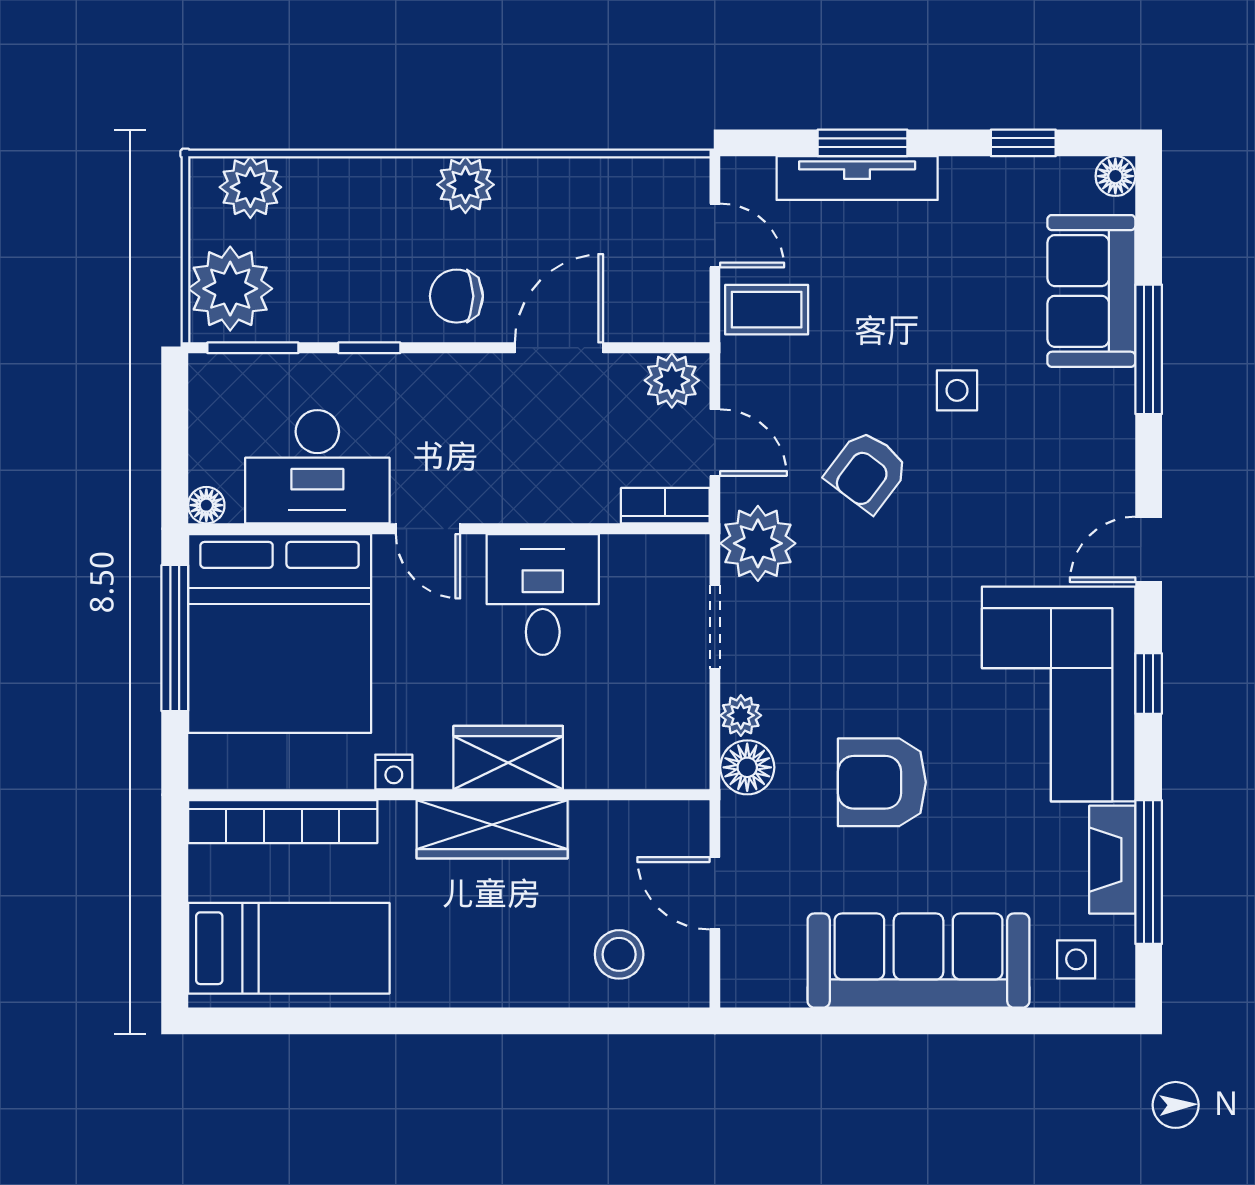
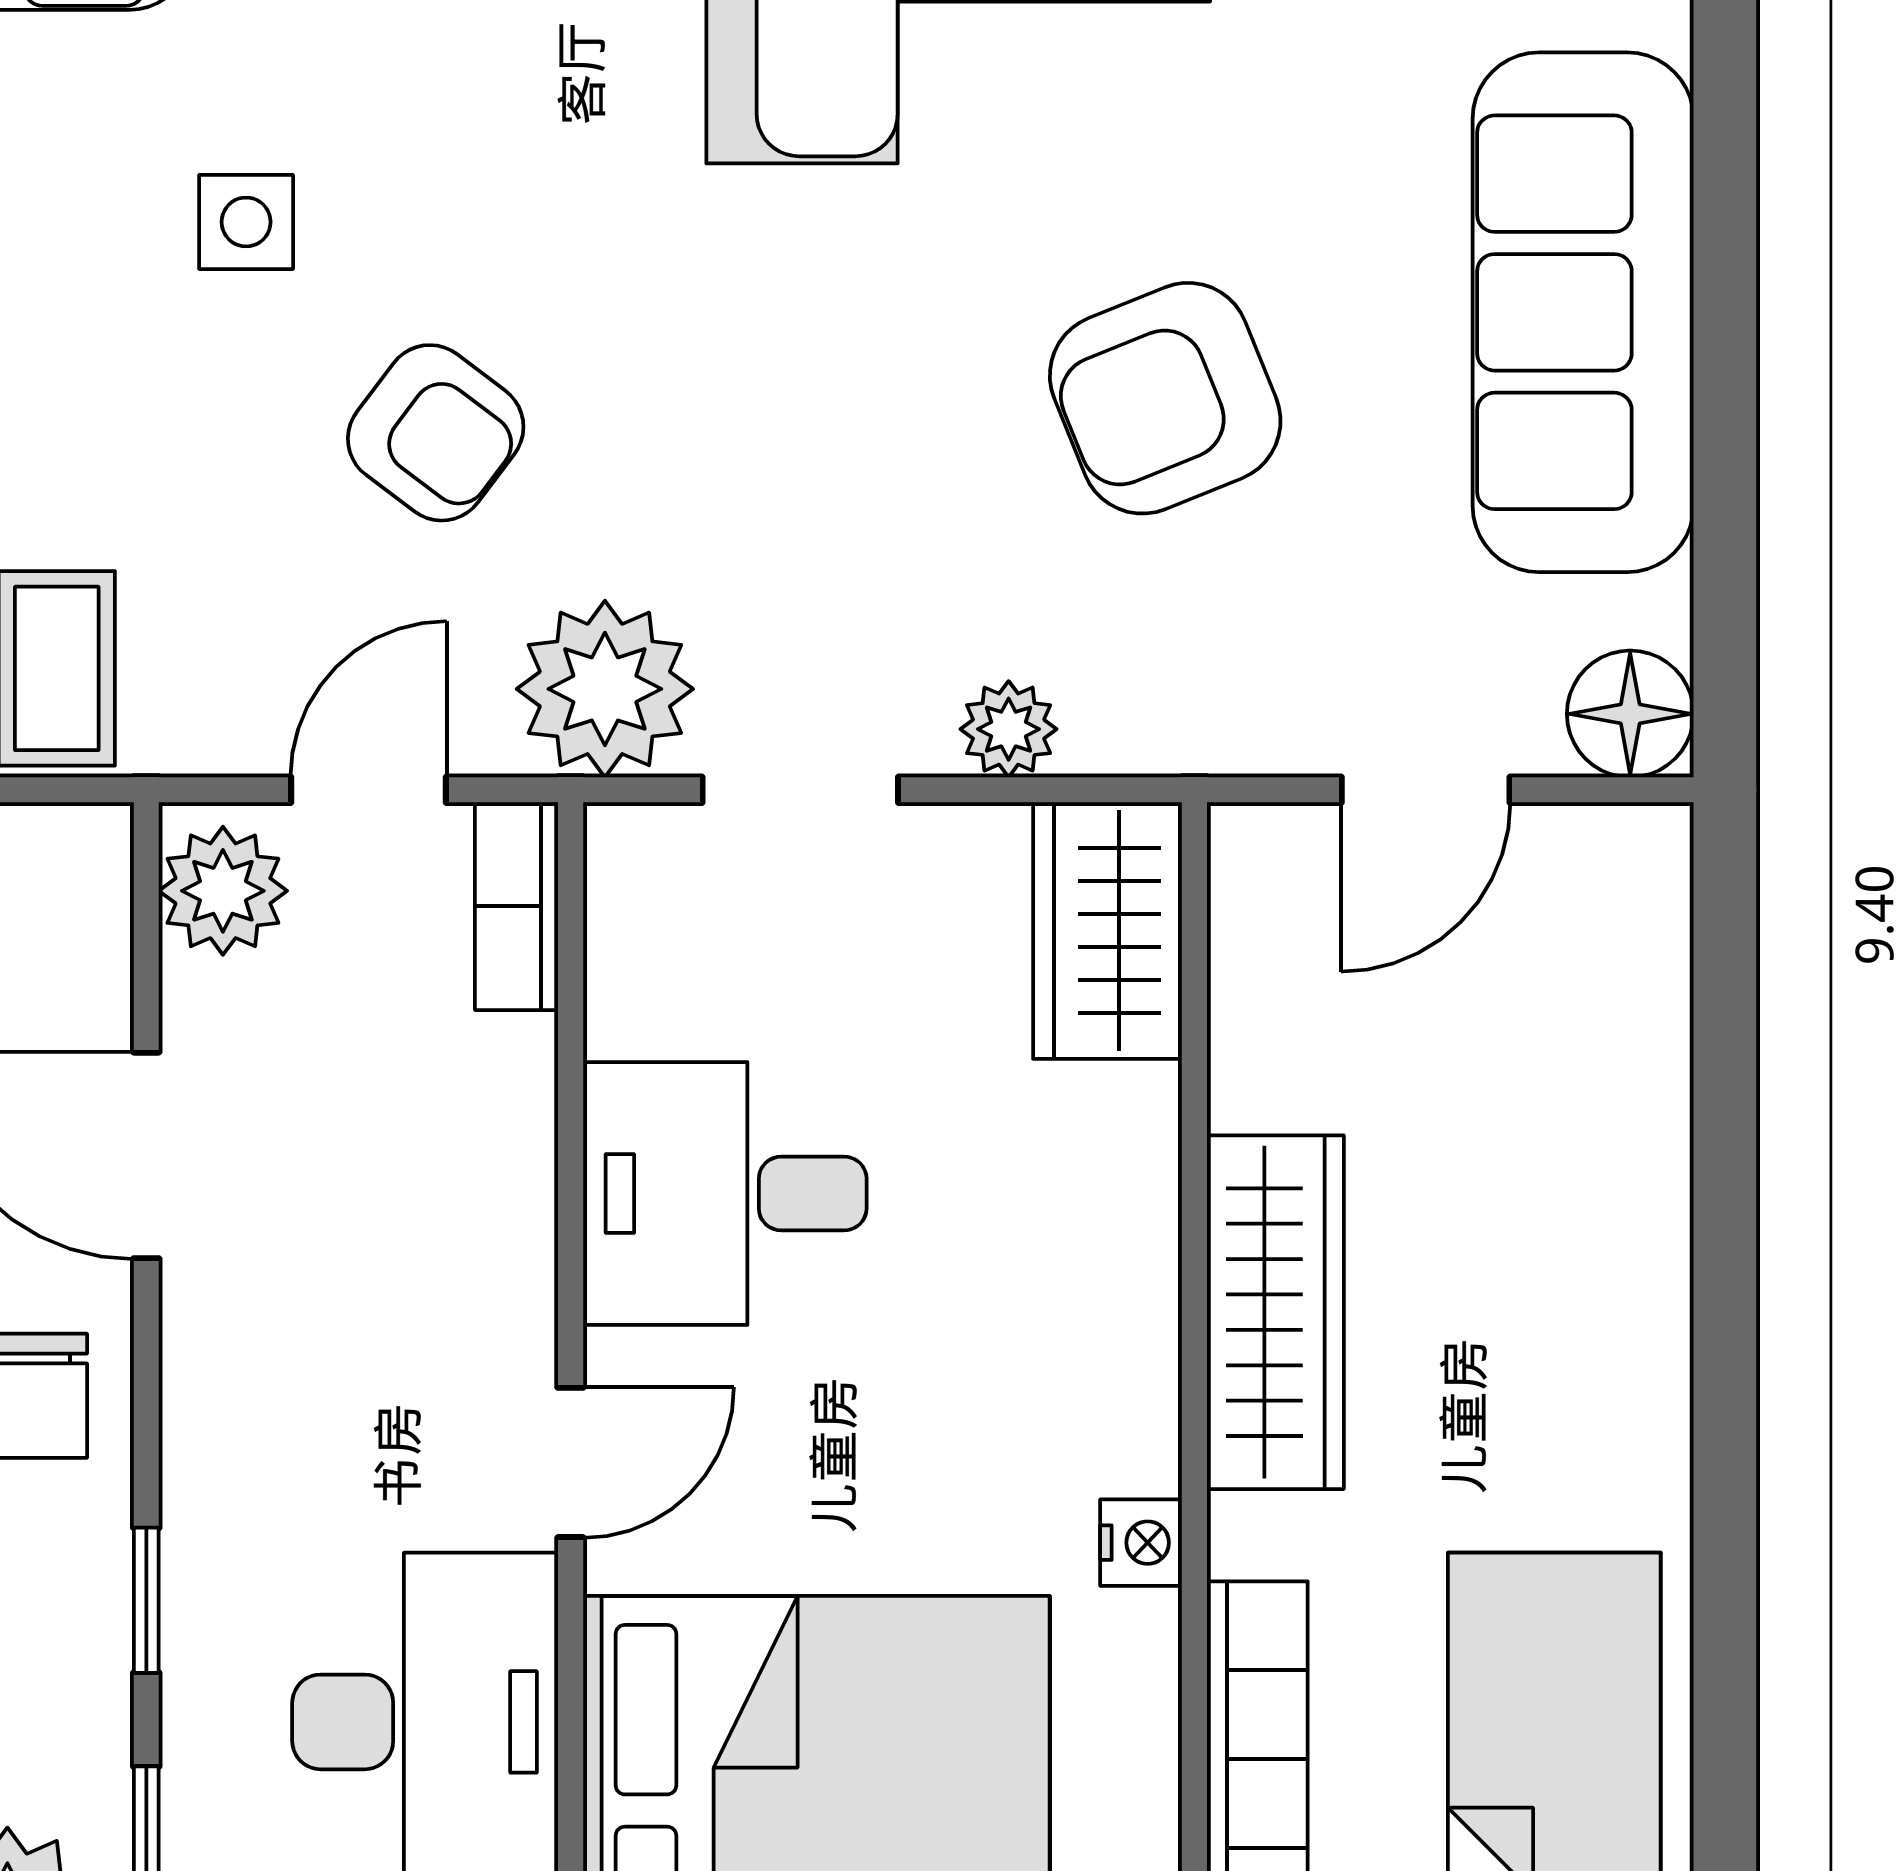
wardrobe: (508, 758) -> (1108, 931), moved
floor lamp: (747, 767) -> (1630, 714), moved
armchair: (882, 782) -> (1165, 398), turned 68
stool: (619, 954) -> (1569, 1014), removed

